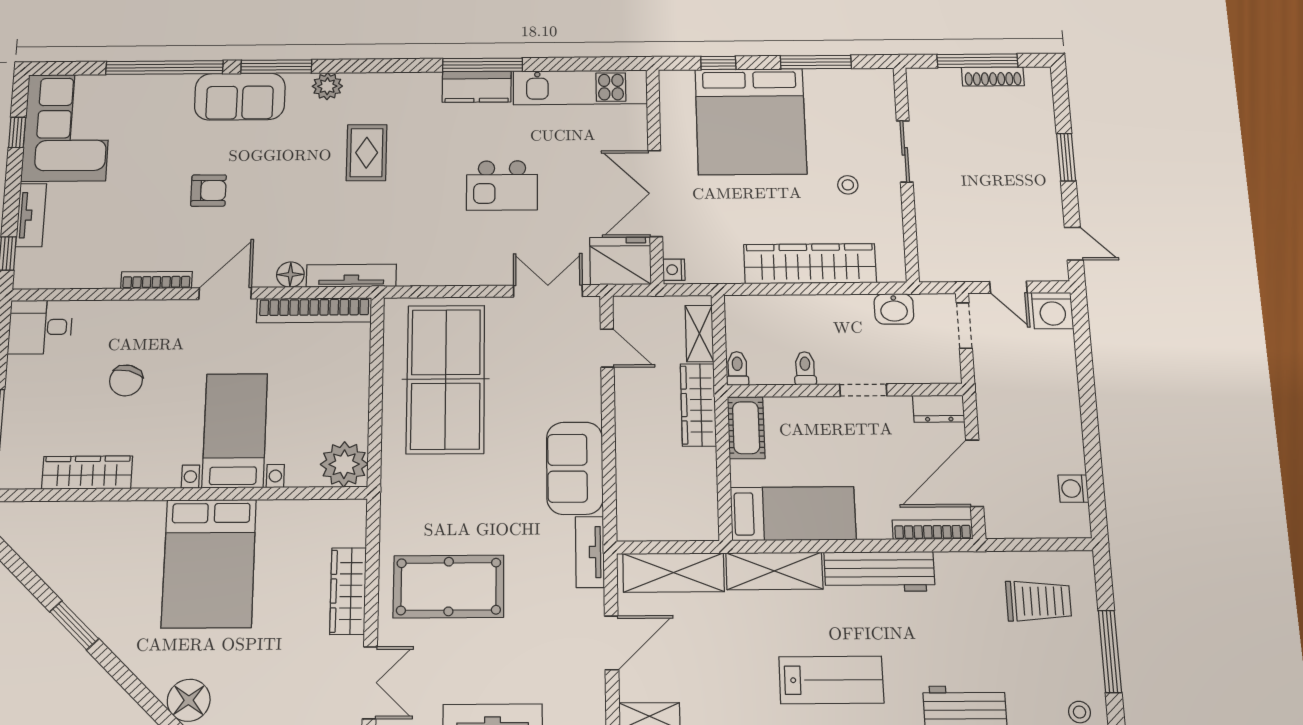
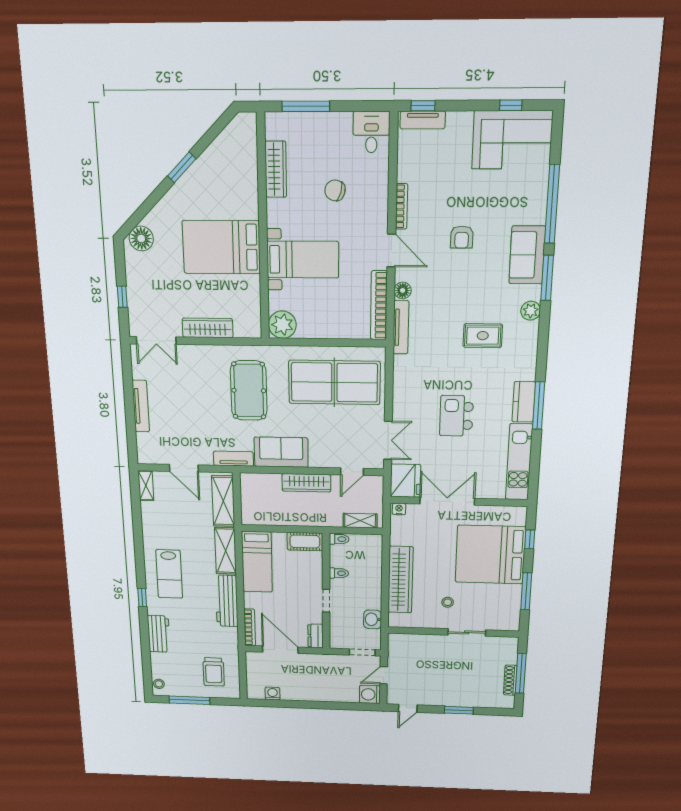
tv unit: (31, 215) -> (423, 120), moved
wardrobe: (698, 405) -> (306, 483), moved, turned 180
pool table: (449, 586) -> (249, 390), moved

